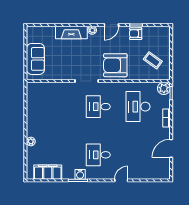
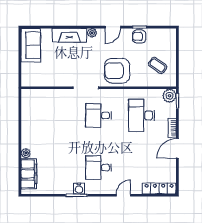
sofa: (35, 59) -> (31, 45), moved
door: (171, 148) -> (177, 148), moved
filing cabinet: (48, 172) -> (29, 174), moved, turned 90
locker: (154, 174) -> (159, 189), added

